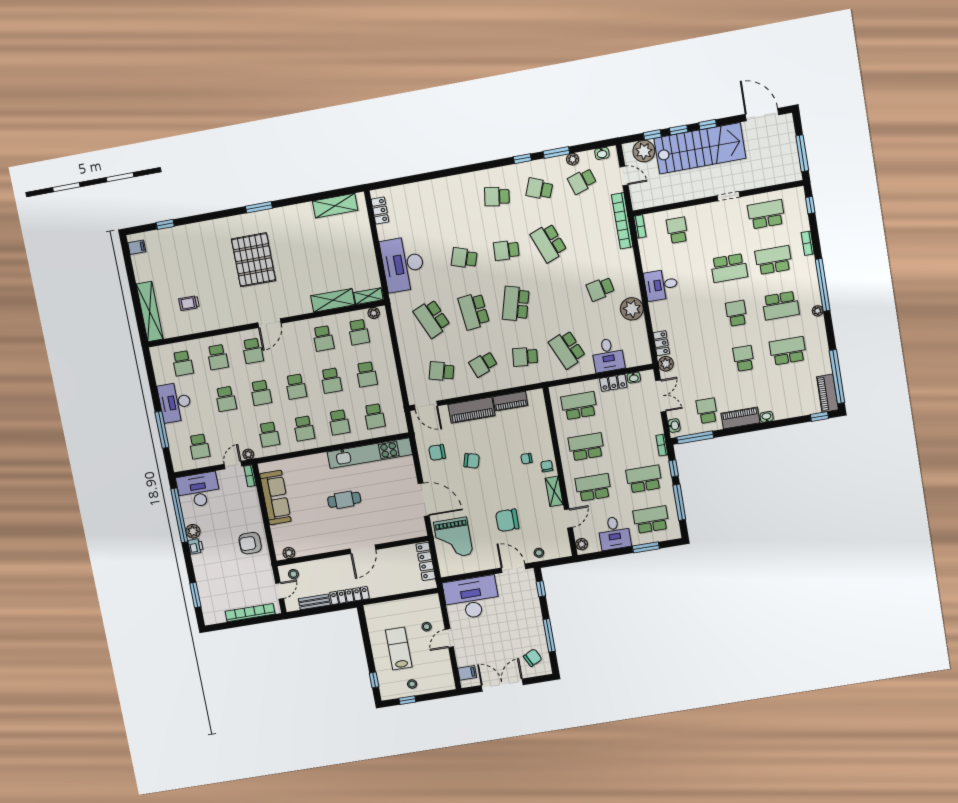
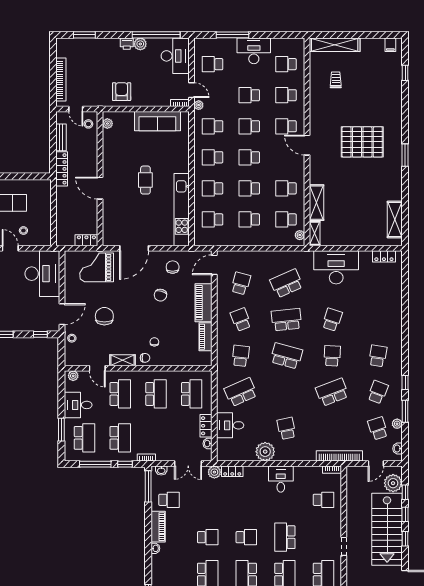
locker: (426, 561) -> (86, 240), width x0.66

